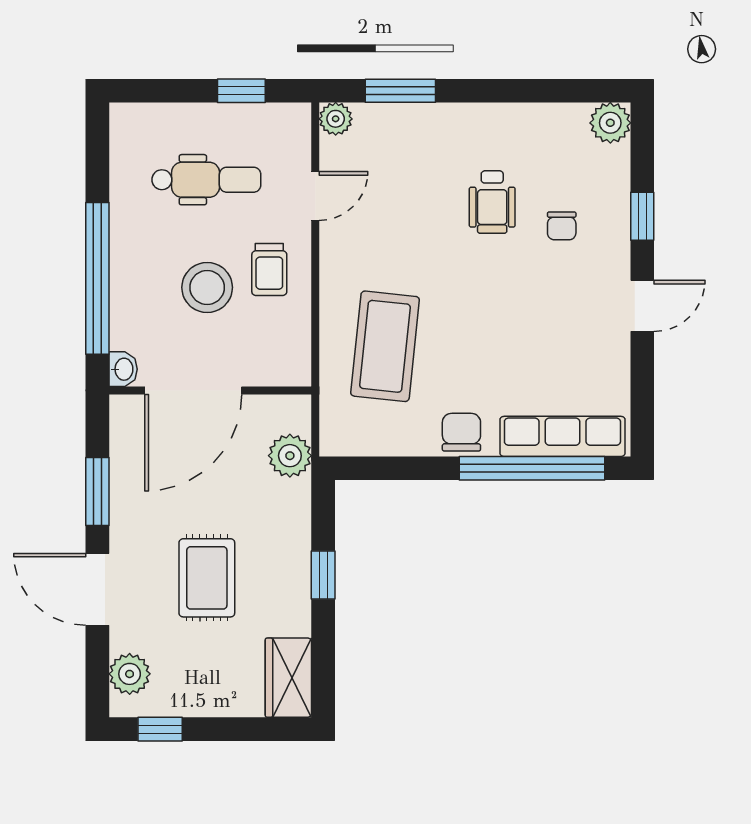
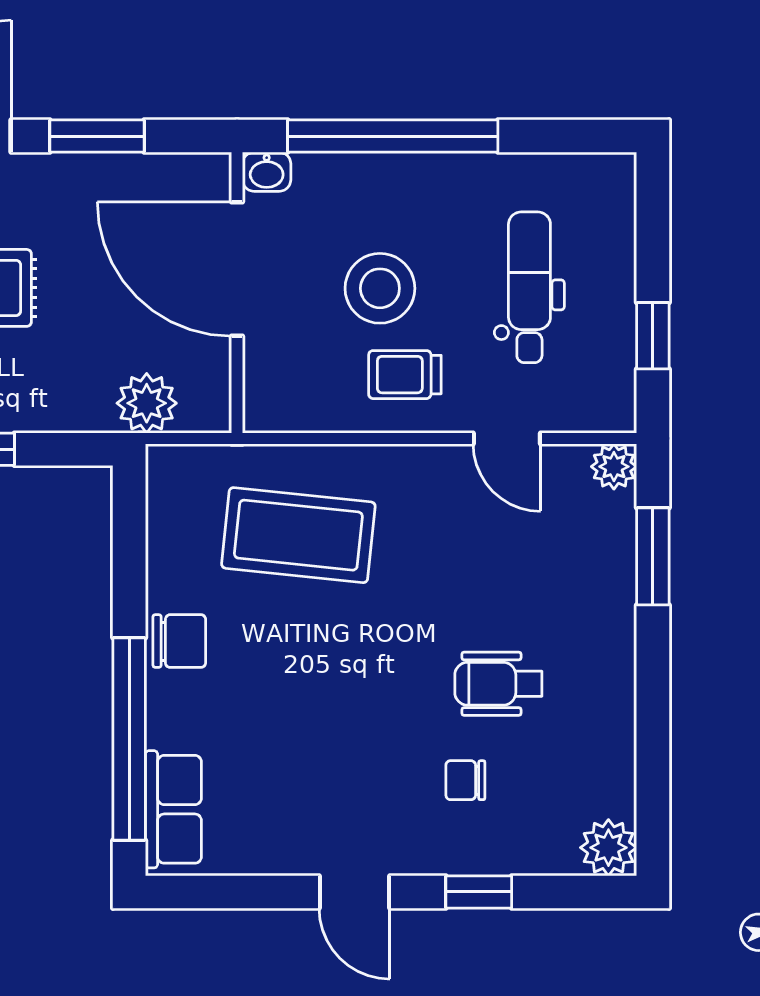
dental chair: (206, 180) -> (529, 287), turned 180
row of seats: (562, 436) -> (173, 809), width x0.68

